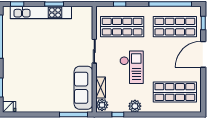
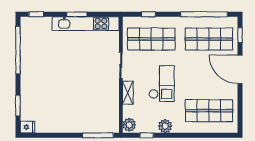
kitchen unit: (41, 13) -> (86, 24), moved
door: (203, 54) -> (240, 69), hinge flipped
shelving: (101, 87) -> (128, 93), moved
sofa: (83, 88) -> (109, 106), removed

